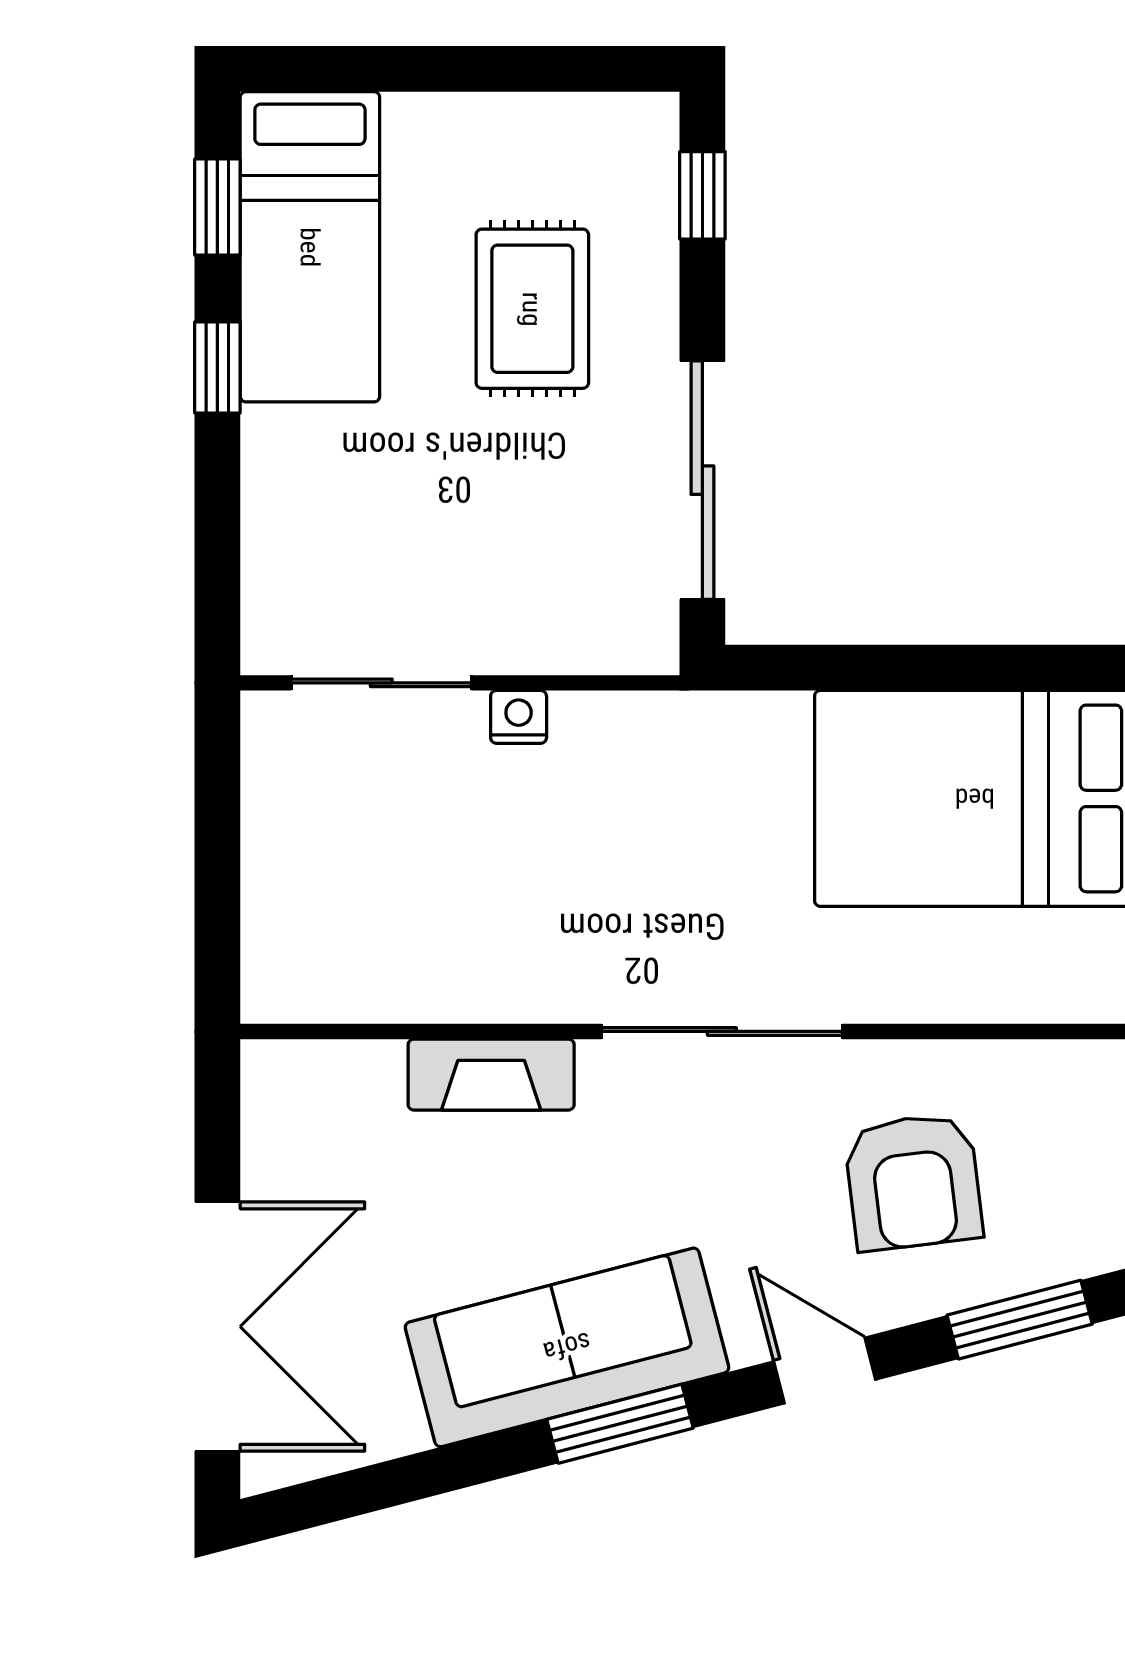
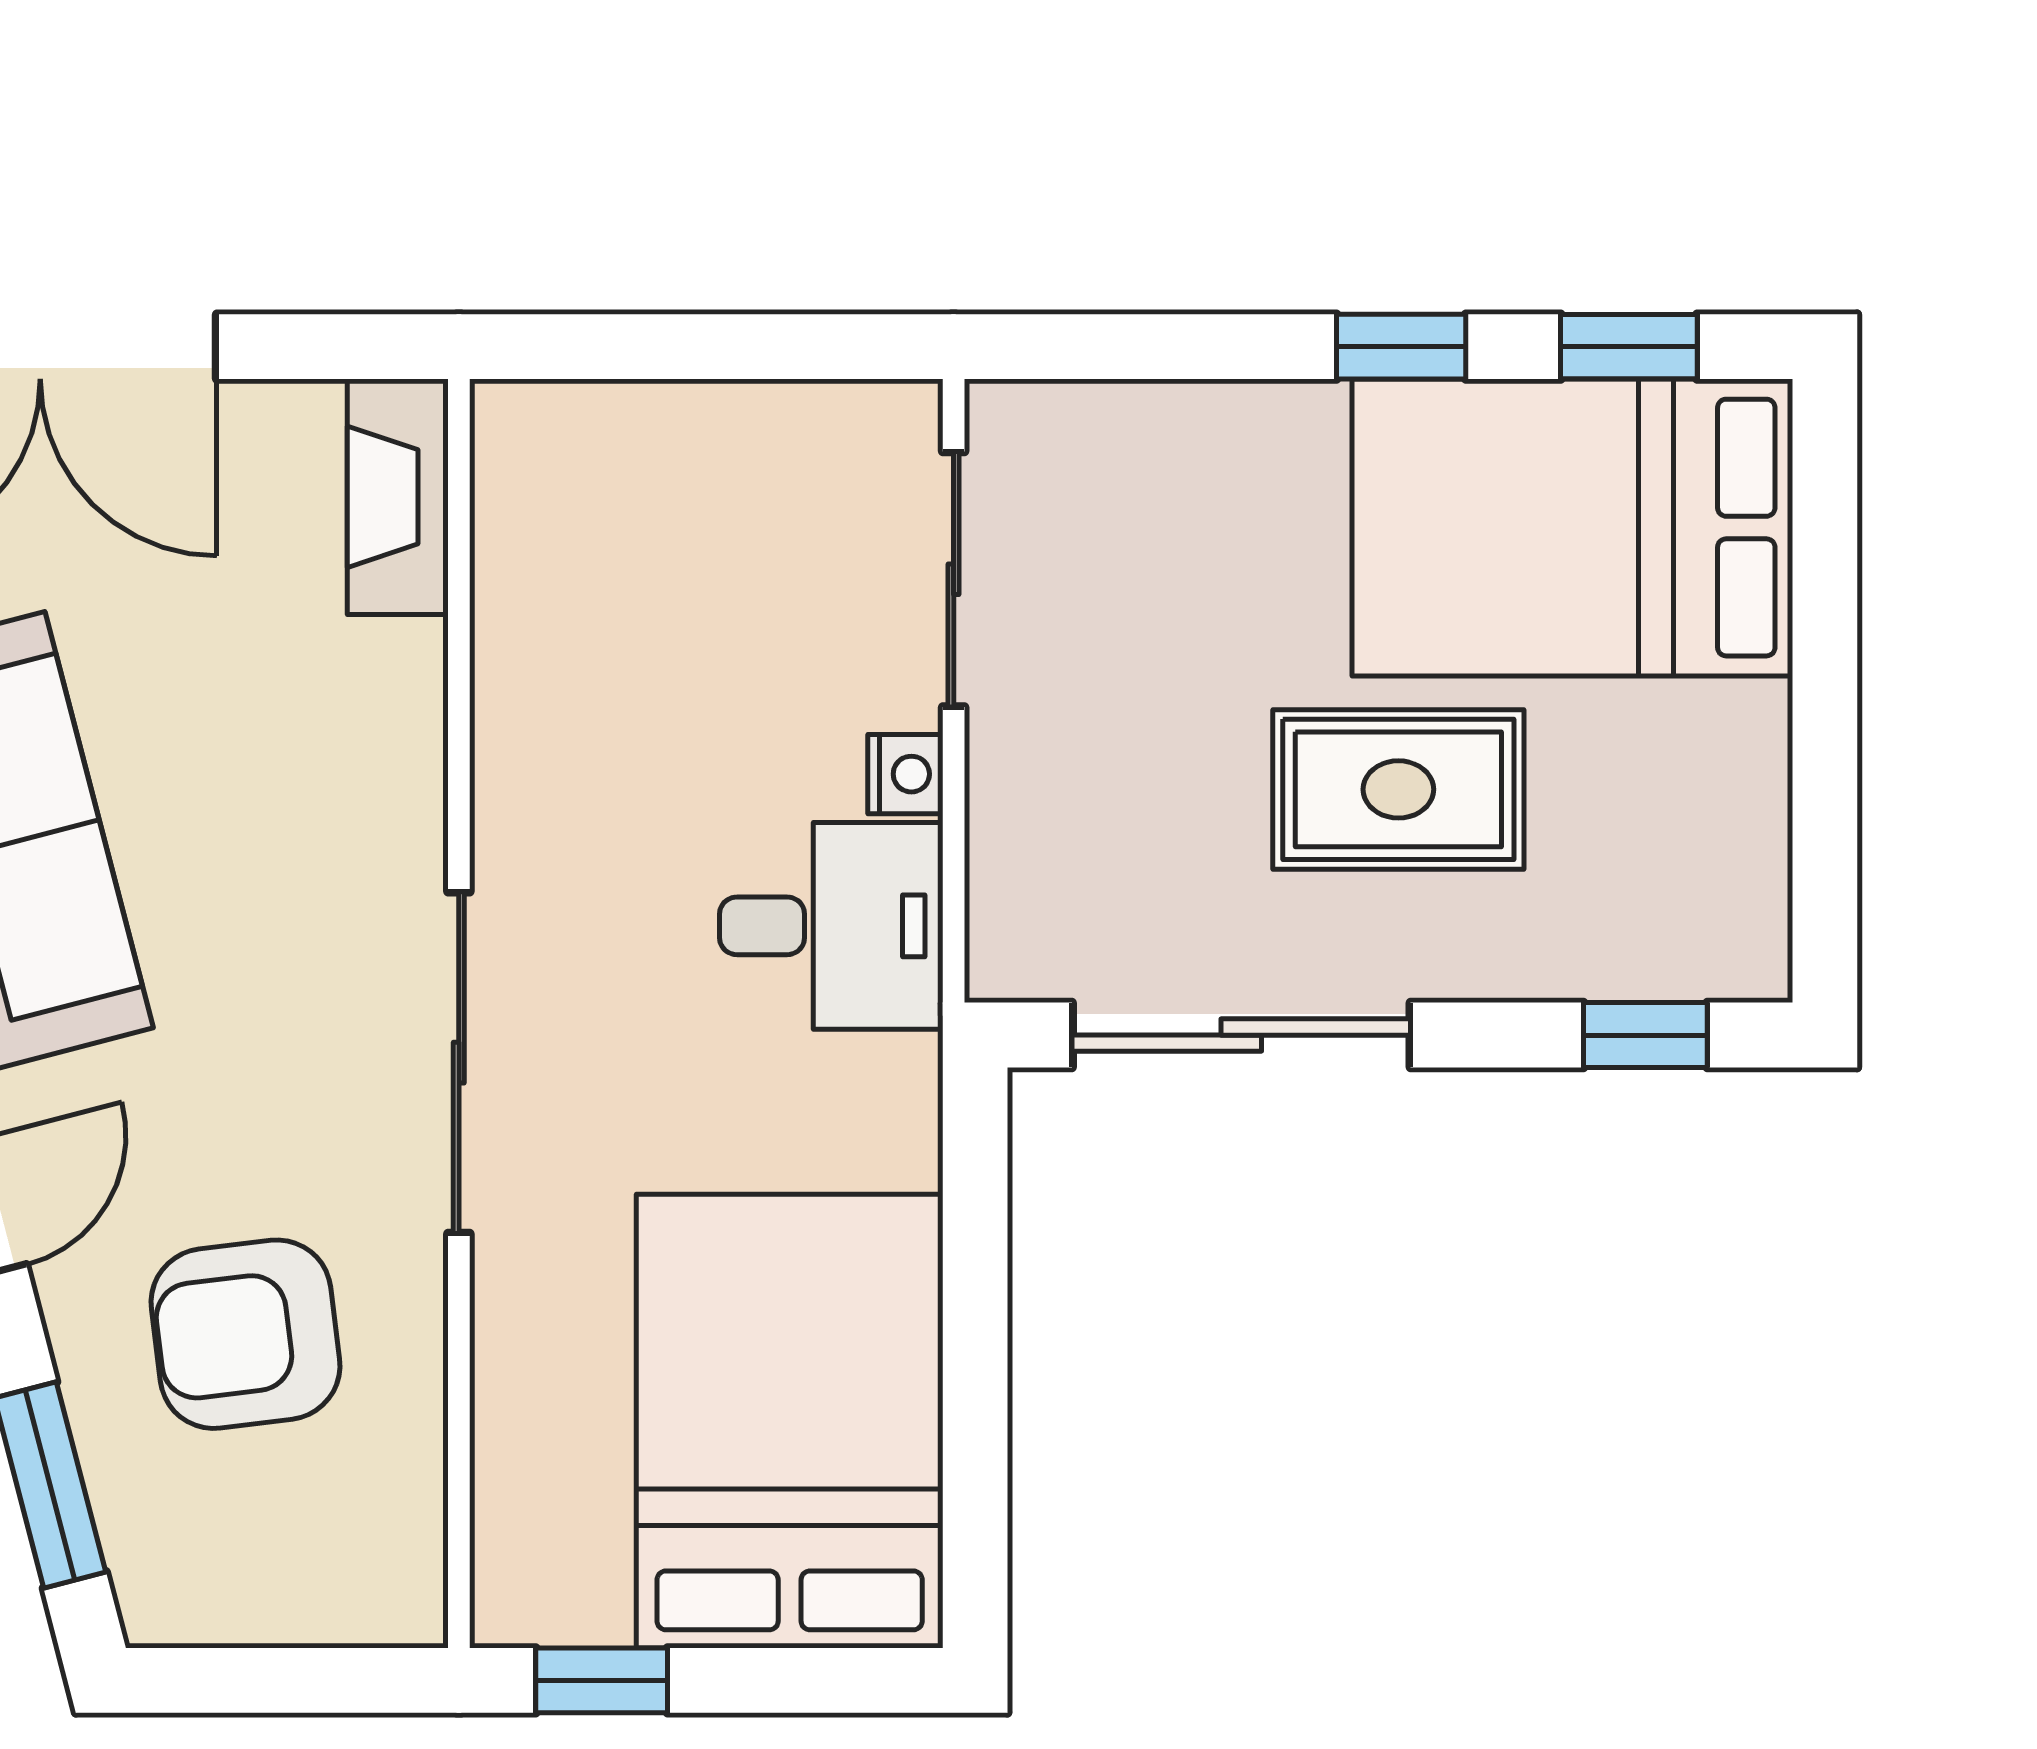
bed: (310, 247) -> (1572, 528), width x1.50
rug: (532, 309) -> (1398, 789), moved
desk: (626, 769) -> (831, 926), added
fireplace: (491, 1075) -> (398, 497), moved

